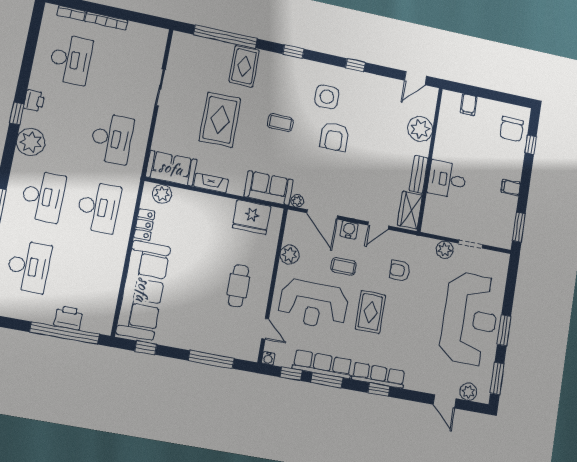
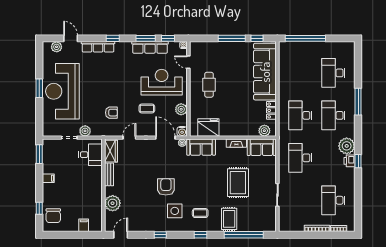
printer: (34, 101) -> (350, 161), moved
coffee table: (280, 123) -> (200, 213), moved
chair: (512, 129) -> (53, 216), turned 180
desk: (447, 179) -> (90, 155), moved
water cooler: (349, 230) -> (182, 131), moved
rug: (370, 312) -> (126, 84), removed
printer: (68, 318) -> (305, 48), removed
window: (211, 359) -> (232, 38), moved
row of seats: (378, 375) -> (98, 47), moved
window: (497, 378) -> (39, 58), removed

